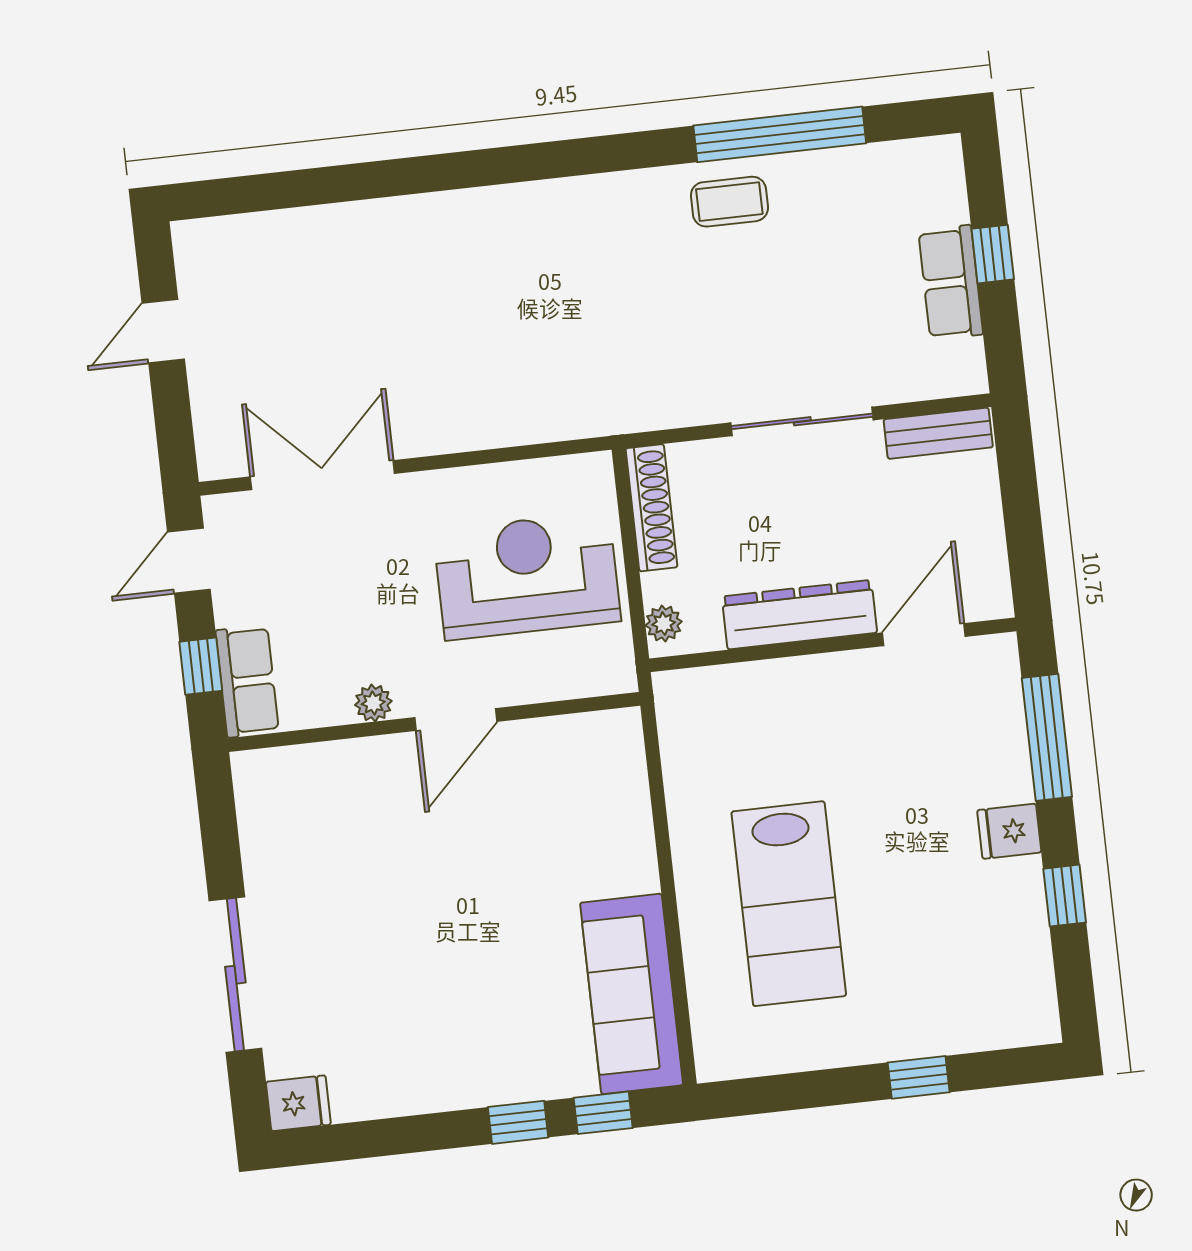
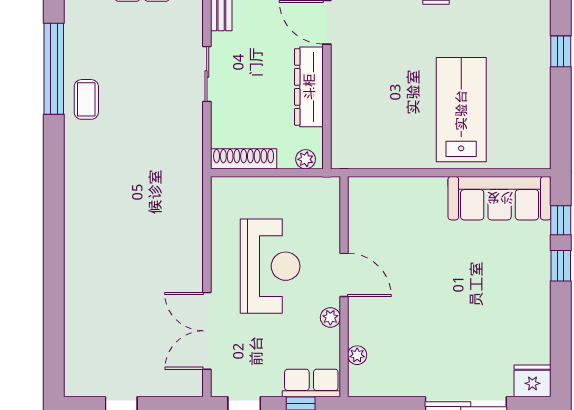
sliding door: (802, 421) -> (207, 74), width x0.73
reception desk: (527, 576) -> (270, 266), moved, turned 180
plant: (309, 761) -> (357, 355), added
lab bench: (789, 904) -> (461, 110), turned -90
fridge: (298, 1103) -> (532, 381), width x1.38

